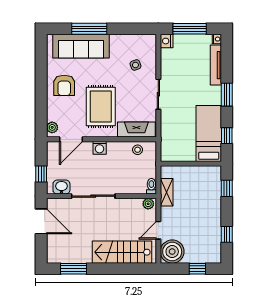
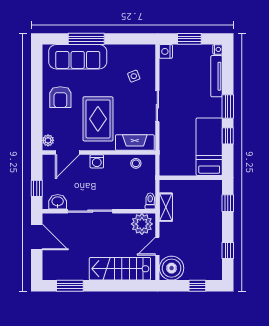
window: (190, 29) -> (189, 39), width x0.69
window: (227, 136) -> (228, 136), moved
plant: (148, 204) -> (142, 224), width x1.87, depth x1.87

